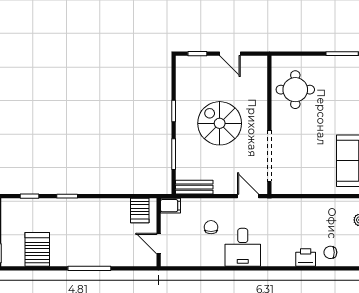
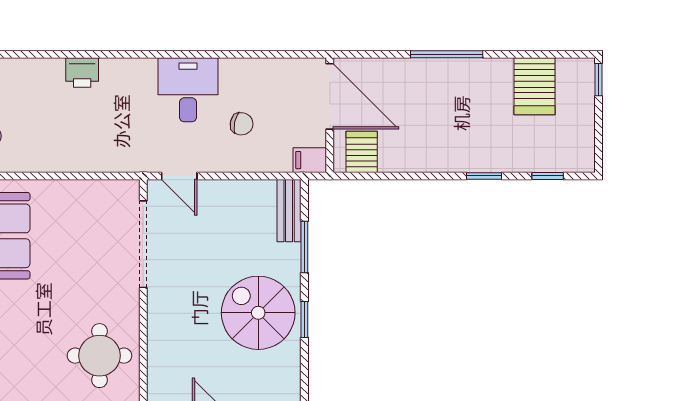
spiral stairs: (220, 123) -> (258, 313), moved, turned 180
bench: (194, 187) -> (289, 211), moved, turned 90
chair: (211, 227) -> (242, 124), turned -78
door: (159, 243) -> (330, 96), width x1.88
chair: (330, 252) -> (40, 81), removed

